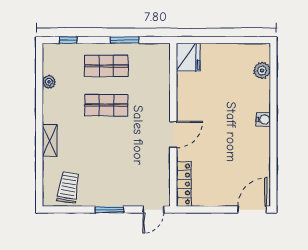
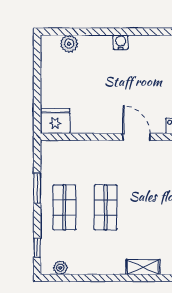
plant: (49, 82) -> (60, 268), moved

